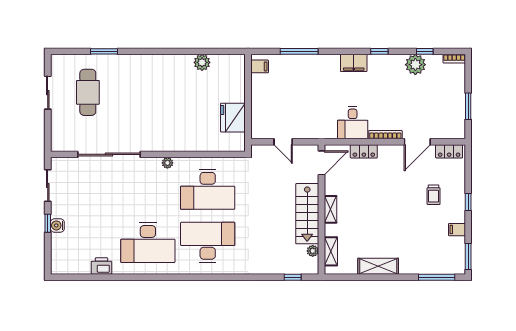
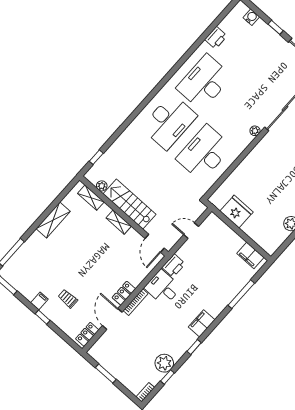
filing cabinet: (260, 66) -> (250, 255), width x2.00
printer: (326, 130) -> (174, 265), added
locker: (364, 151) -> (124, 293), moved
plant: (167, 163) -> (255, 131), moved
water cooler: (57, 225) -> (251, 17), moved
filing cabinet: (457, 230) -> (39, 301), moved

